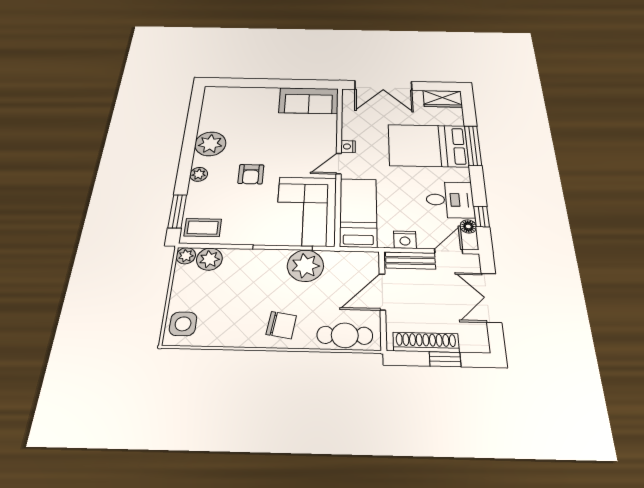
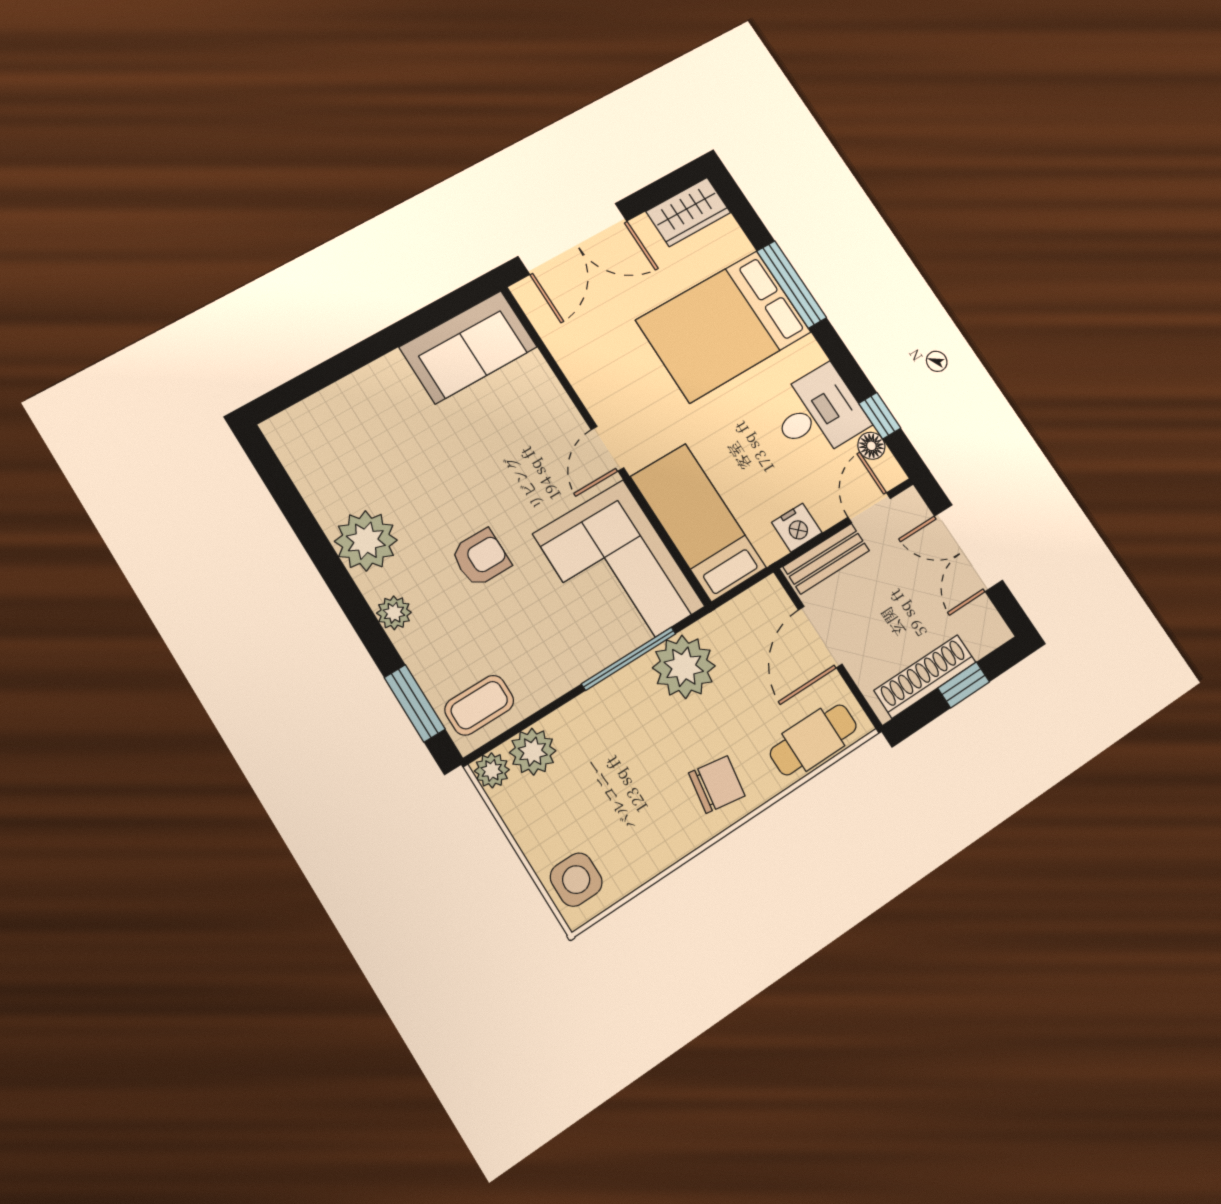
nightstand: (348, 147) -> (600, 405), removed
armchair: (251, 174) -> (481, 558), turned -90

